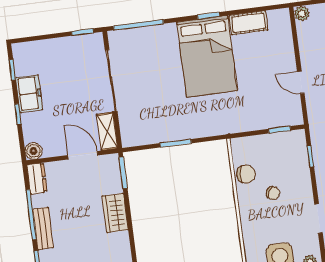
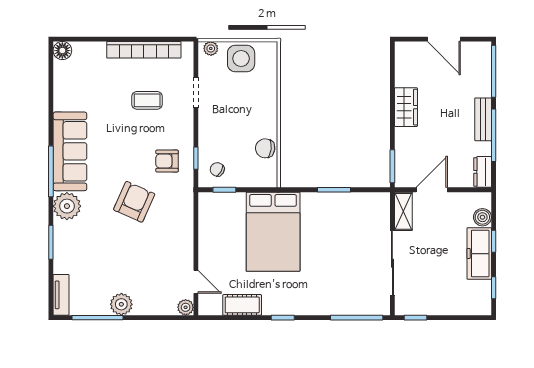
bed: (207, 56) -> (273, 232), moved, turned 180
door: (301, 82) -> (196, 282), moved
freezer: (29, 94) -> (479, 254), width x1.40
boiler: (33, 151) -> (482, 217), moved
door: (83, 155) -> (432, 190), swing flipped
chair: (273, 193) -> (217, 169), moved
wardrobe: (115, 213) -> (406, 107), moved

